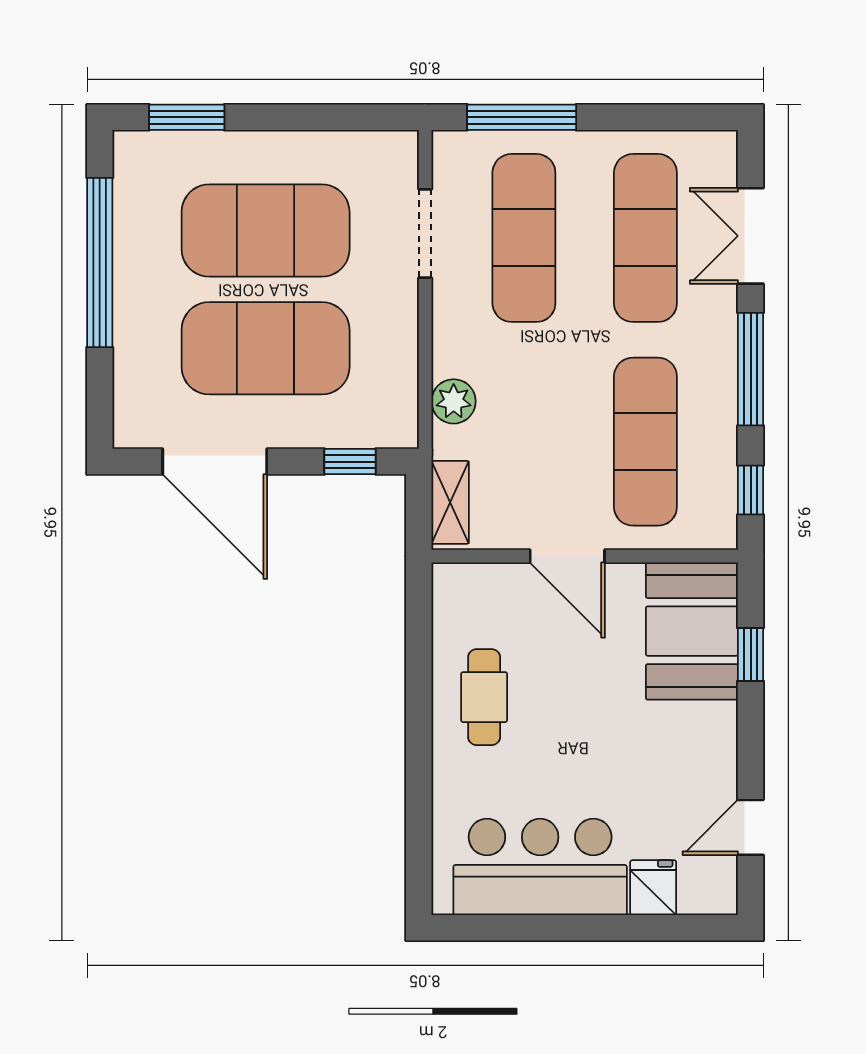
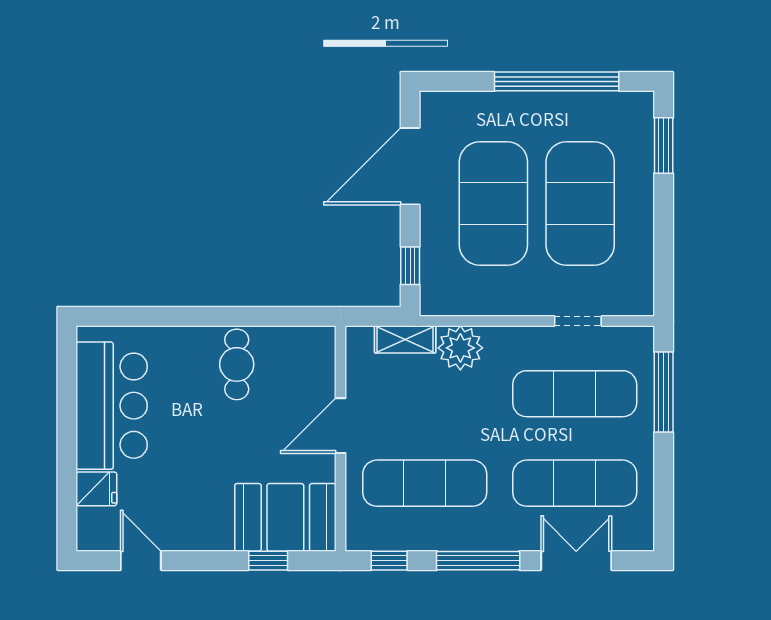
doorway: (425, 234) -> (578, 321), width x0.73
plant: (454, 401) -> (460, 348), width x1.36, depth x1.36
shelving: (450, 502) -> (405, 339), moved
cafe table: (484, 697) -> (237, 364), turned 90

